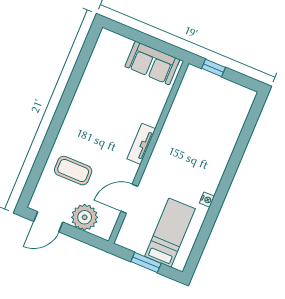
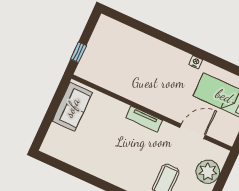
door: (129, 199) -> (193, 131), swing flipped

